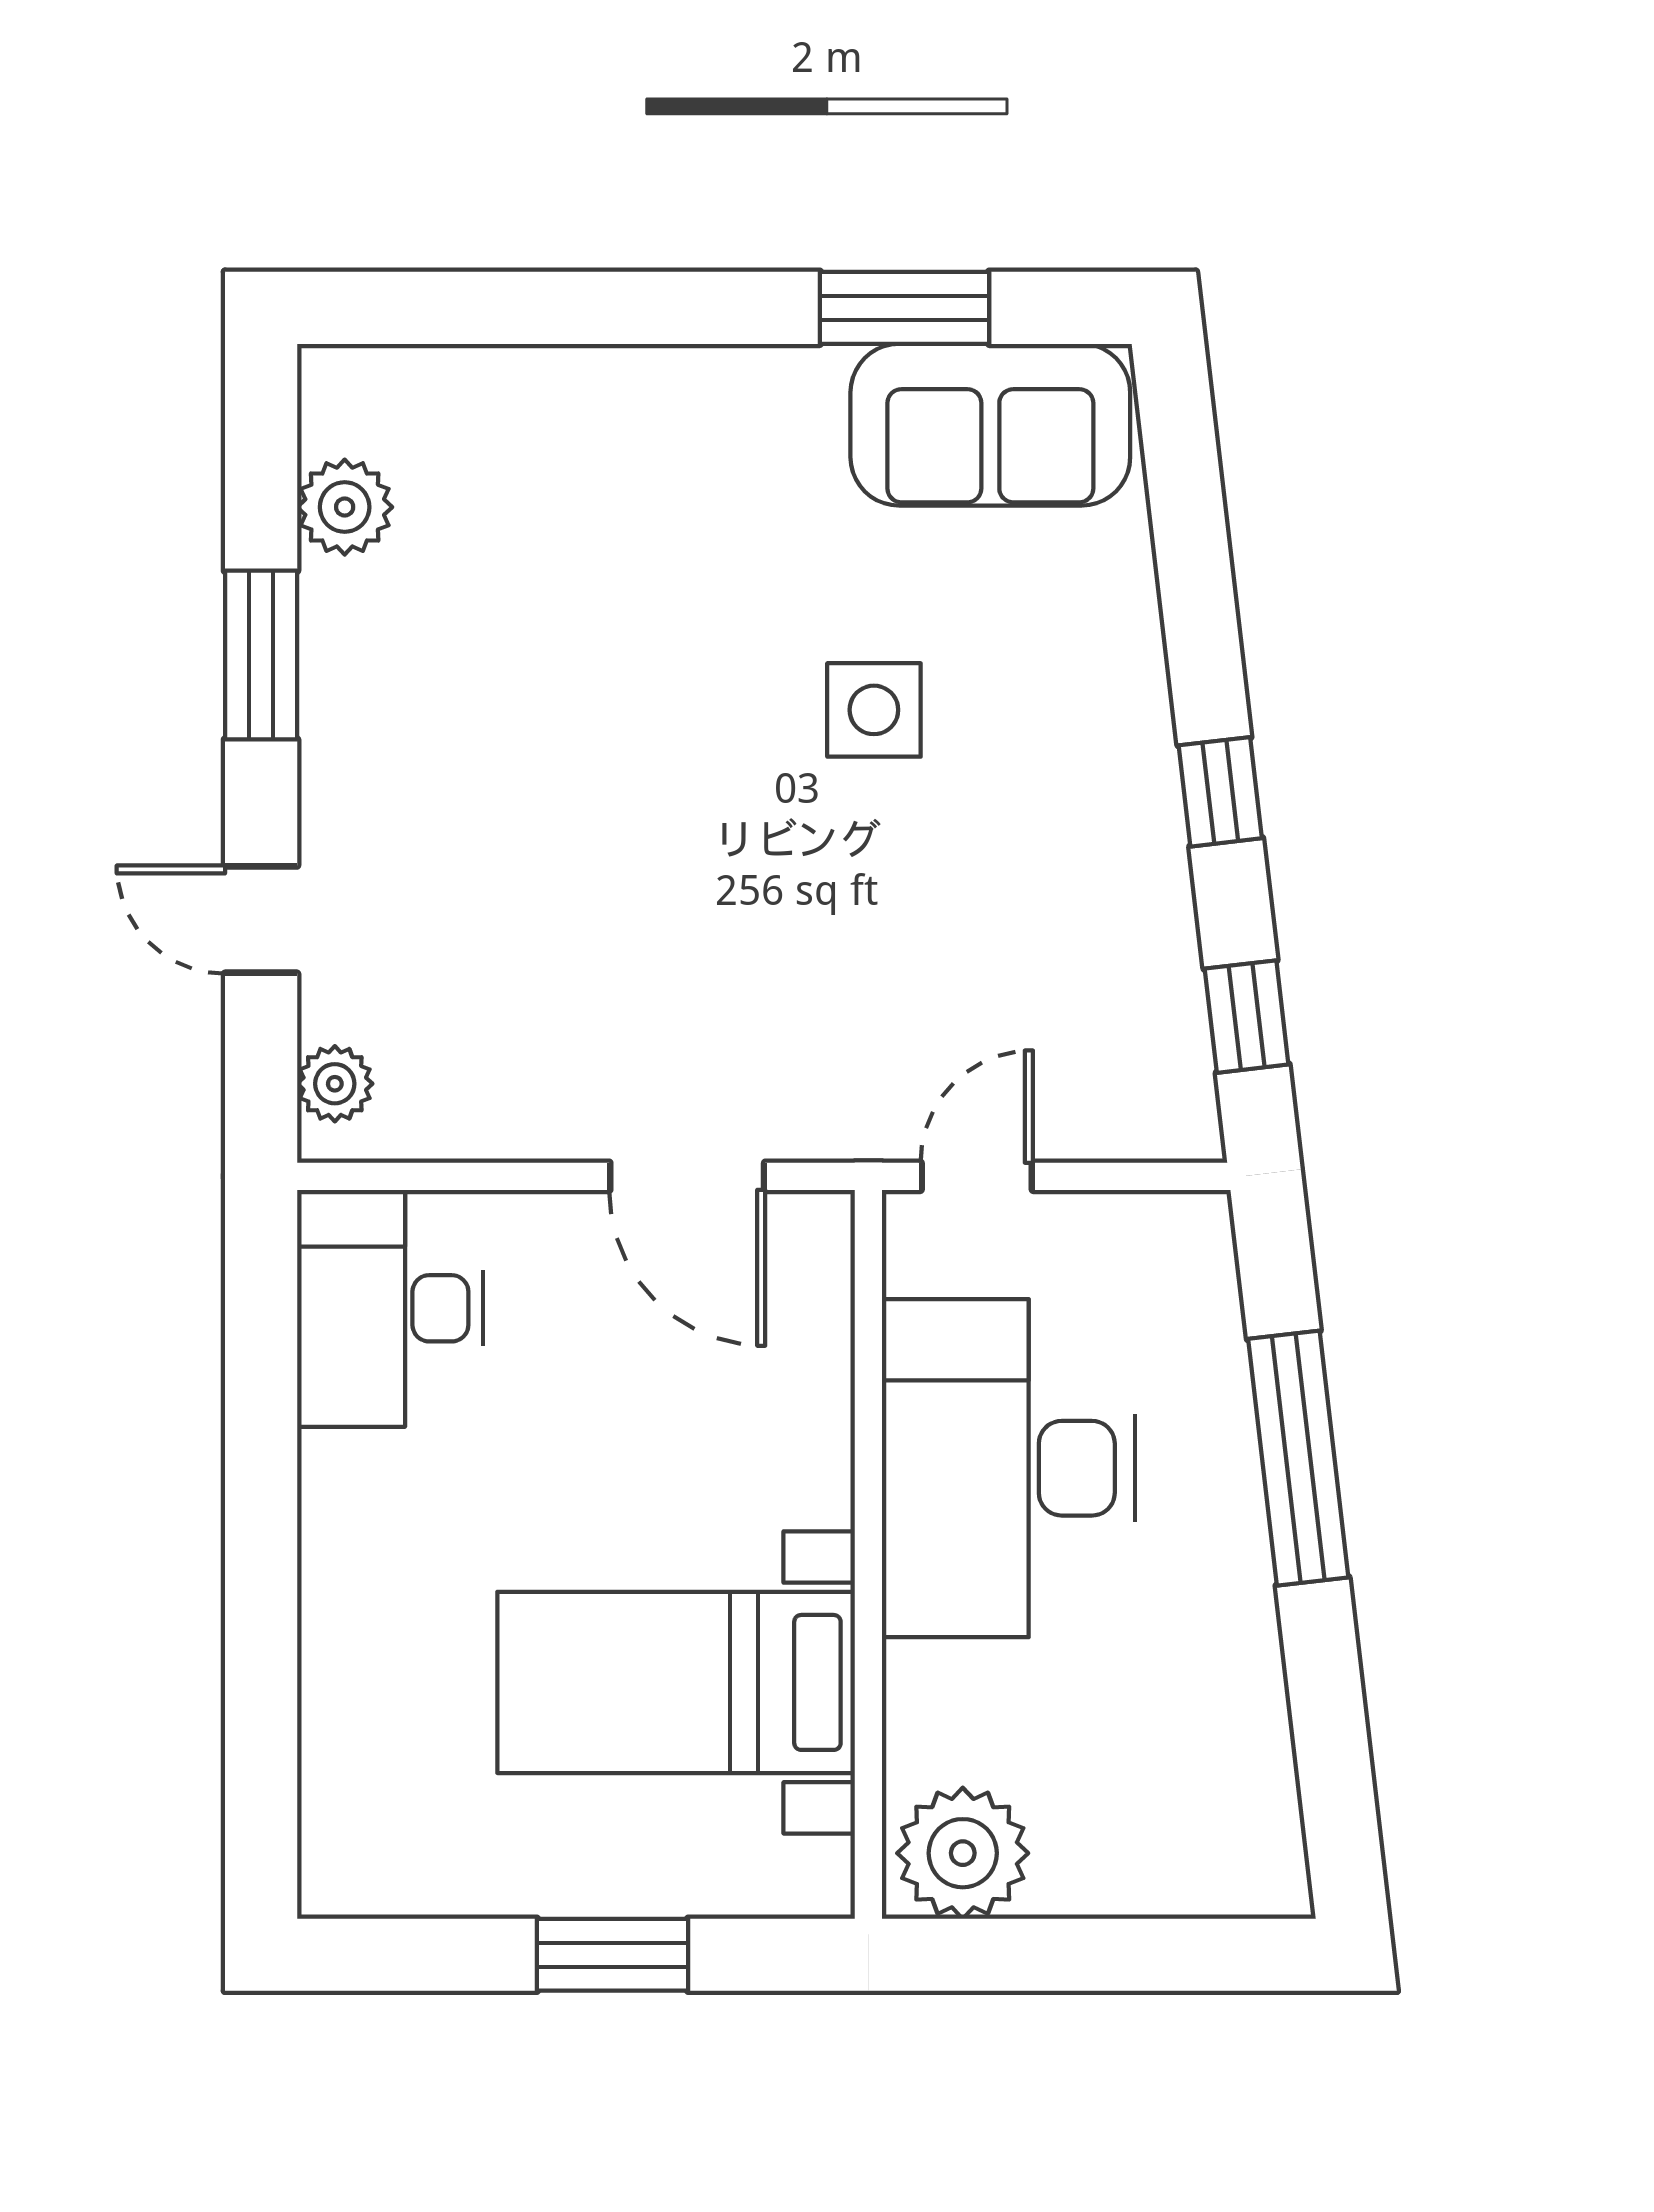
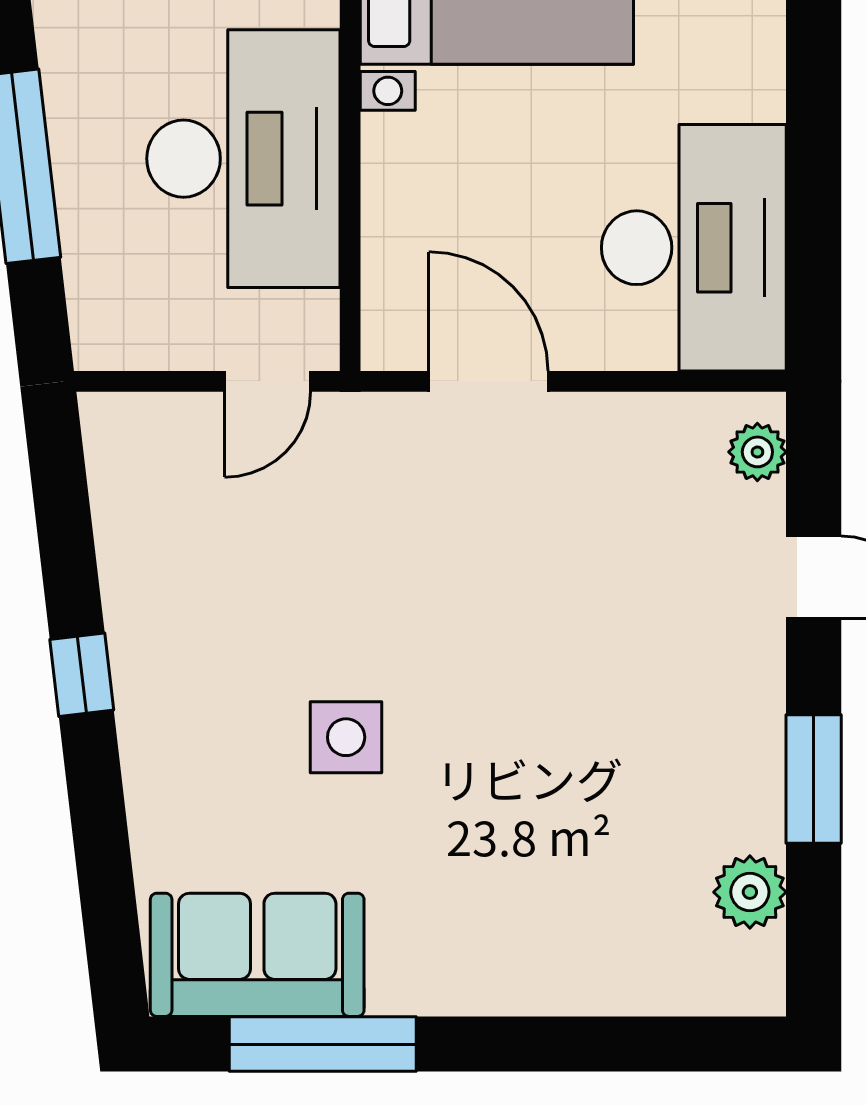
window: (905, 308) -> (323, 1044), width x1.44
window: (1247, 1017) -> (62, 503), removed
desk: (390, 1308) -> (694, 248), width x1.36, depth x1.30

